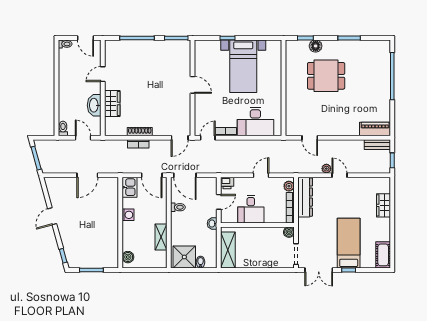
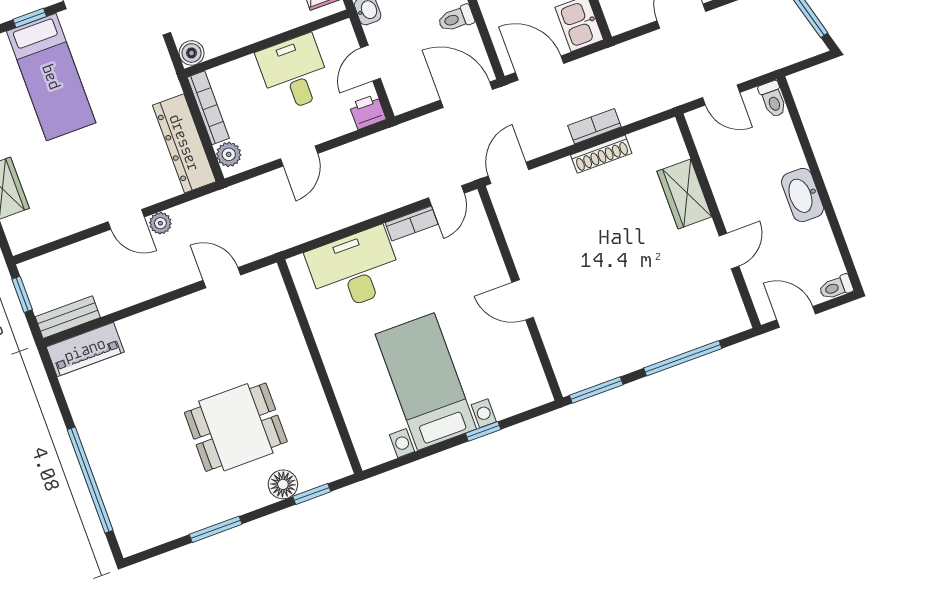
washbasin: (94, 105) -> (802, 195), moved, turned 180

